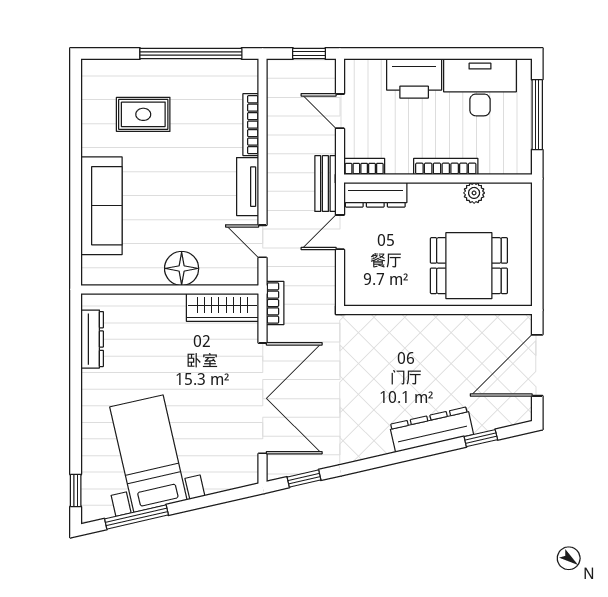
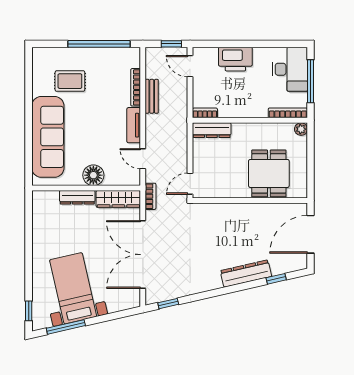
desk: (480, 87) -> (290, 69), moved, turned 90
door: (340, 111) -> (190, 66), moved
bookcase: (446, 166) -> (288, 113), moved
bench: (325, 184) -> (152, 96), moved
plant: (474, 193) -> (301, 129), moved
sofa: (102, 206) -> (48, 137), width x1.36, depth x1.27
door: (340, 232) -> (190, 184), moved
dining table: (469, 266) -> (269, 173), turned 90
dresser: (92, 339) -> (77, 197), moved, turned 90
double door: (263, 398) -> (143, 255), swing flipped

